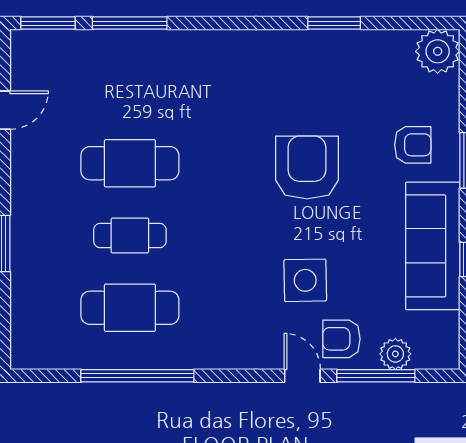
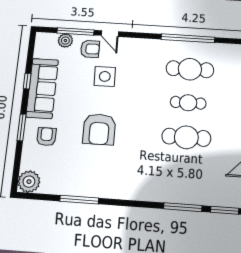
window: (334, 23) -> (79, 200), width x1.44
armchair: (413, 145) -> (46, 137), turned 90

